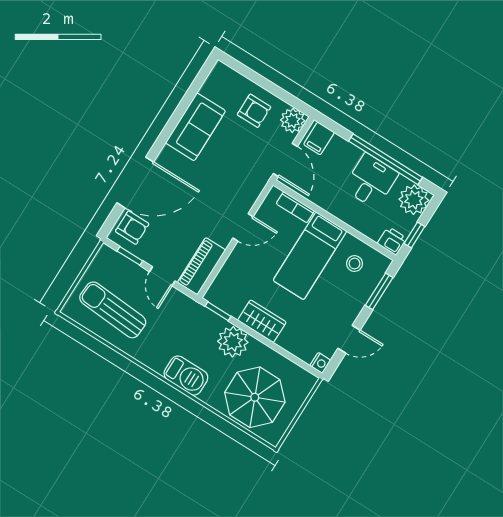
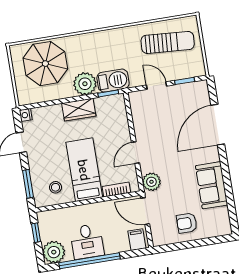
plant: (293, 120) -> (151, 182), moved
armchair: (132, 228) -> (197, 98), removed
printer: (392, 241) -> (46, 218), removed
piano: (201, 266) -> (140, 110), removed
barbecue: (186, 376) -> (113, 81), moved, turned 180

